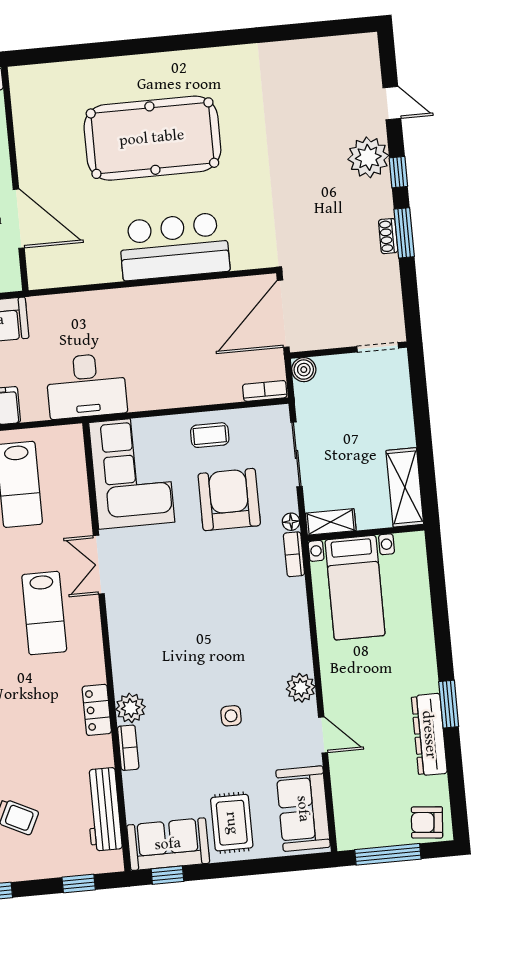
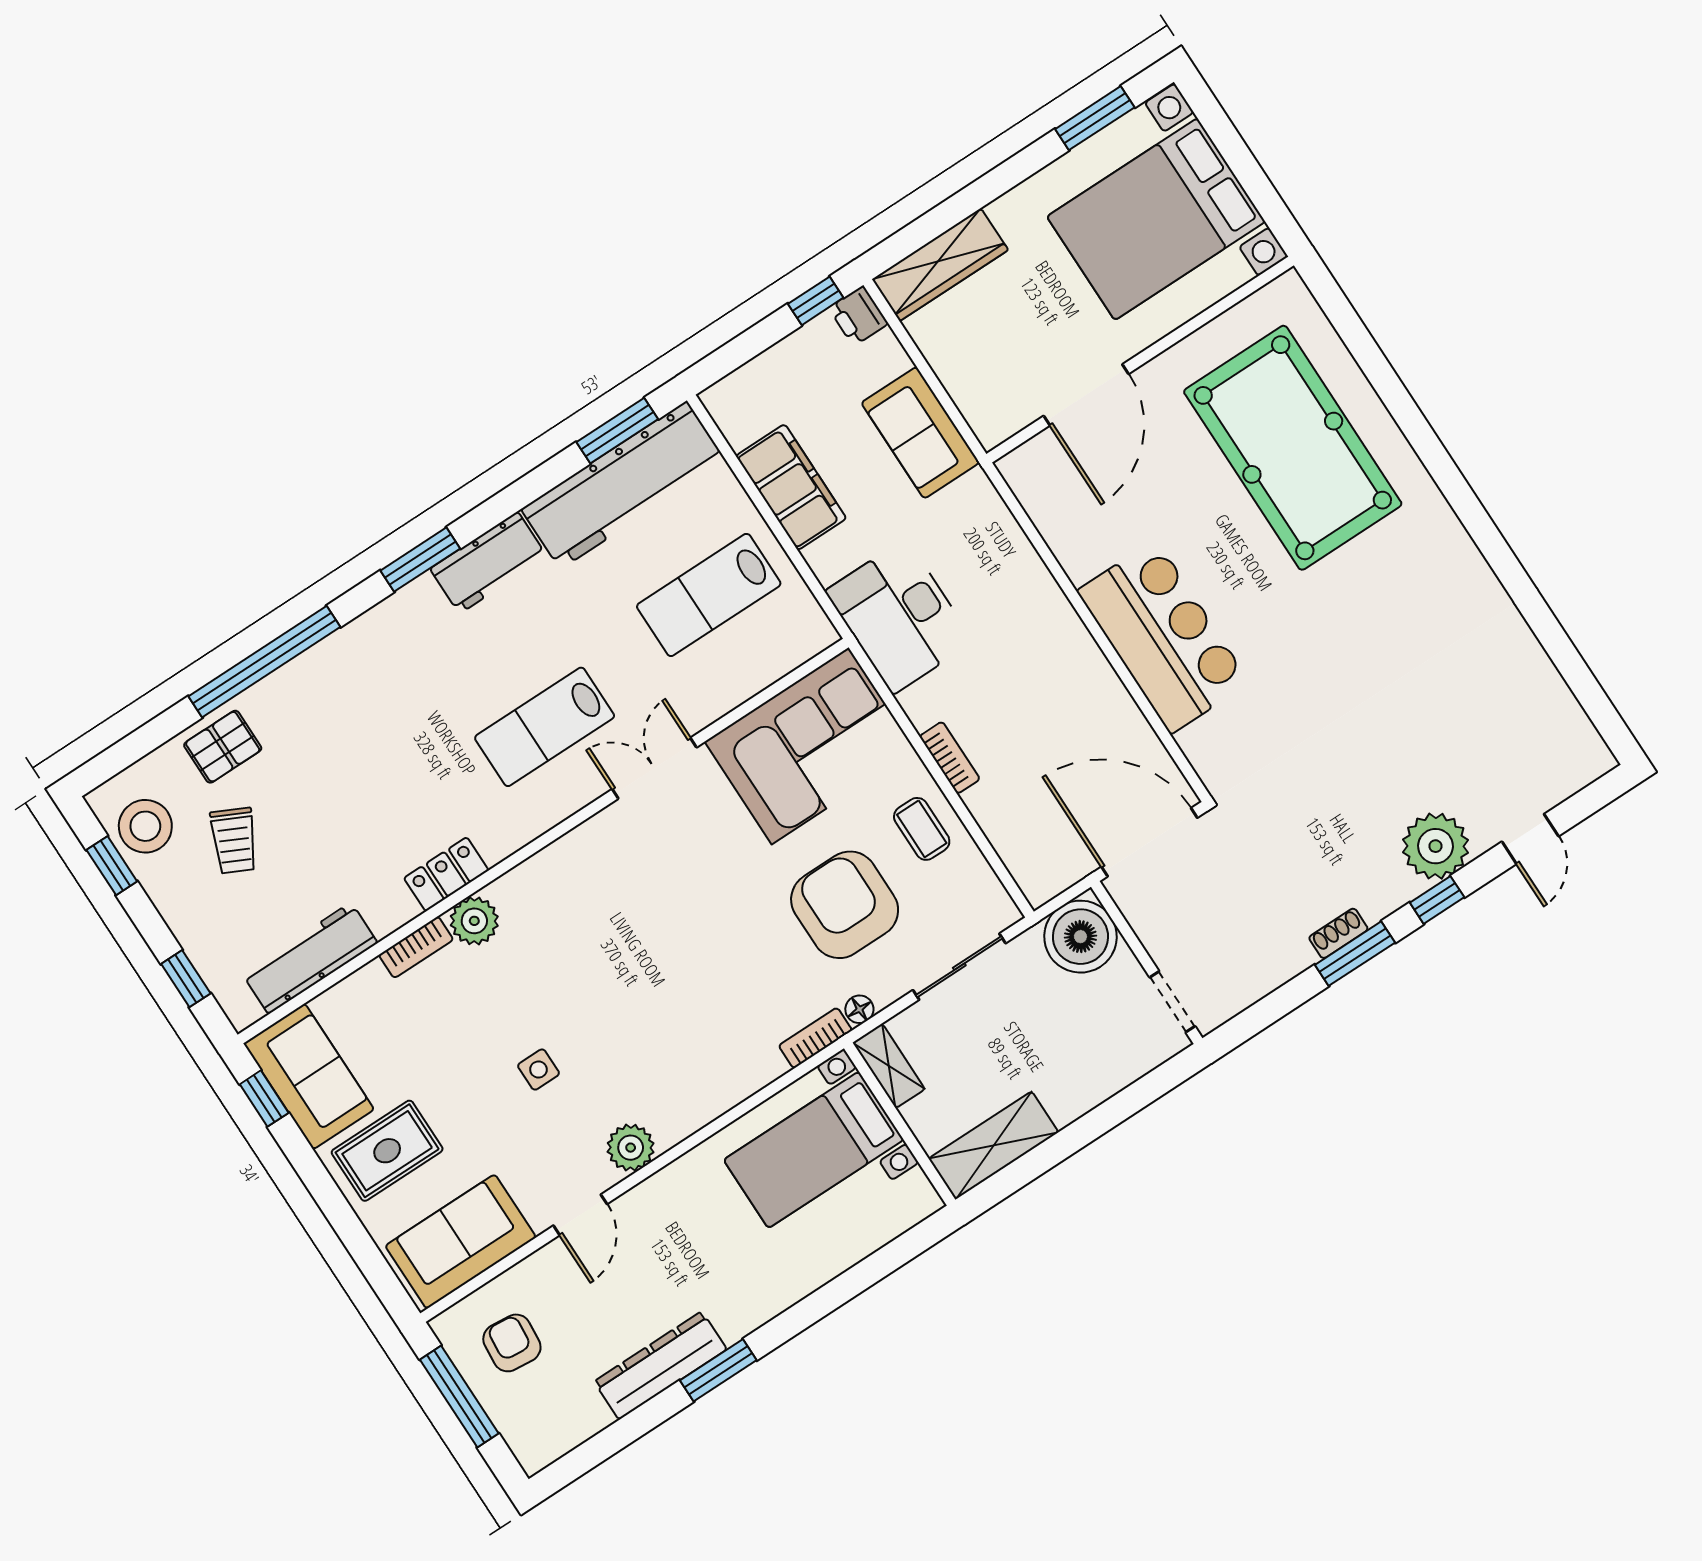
pool table: (152, 138) -> (1293, 448), moved
boiler: (304, 370) -> (1080, 937), width x1.86, depth x1.86
bookcase: (265, 391) -> (950, 758), moved
armchair: (229, 500) -> (845, 905), turned -90
armchair: (427, 822) -> (512, 1343), moved

